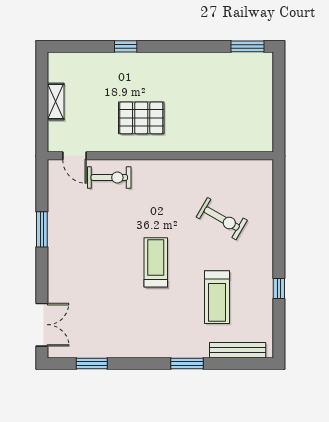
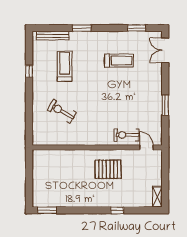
shelving: (56, 101) -> (157, 197), moved
treadmill: (156, 262) -> (119, 60), moved, turned -90

